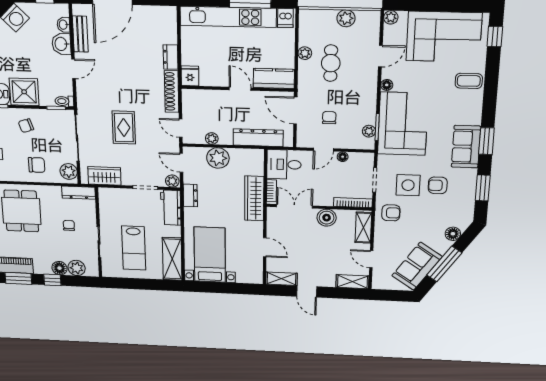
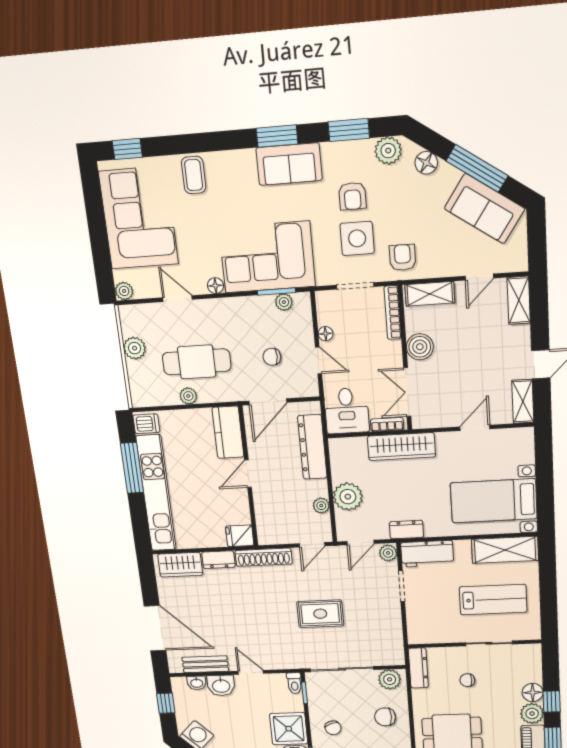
cafe table: (331, 63) -> (197, 362), width x1.37, depth x1.35
chair: (37, 165) -> (385, 717), turned -90
wardrobe: (104, 176) -> (180, 565), moved, turned -90
plant: (465, 211) -> (388, 151), added
plant: (77, 268) -> (532, 713), moved

